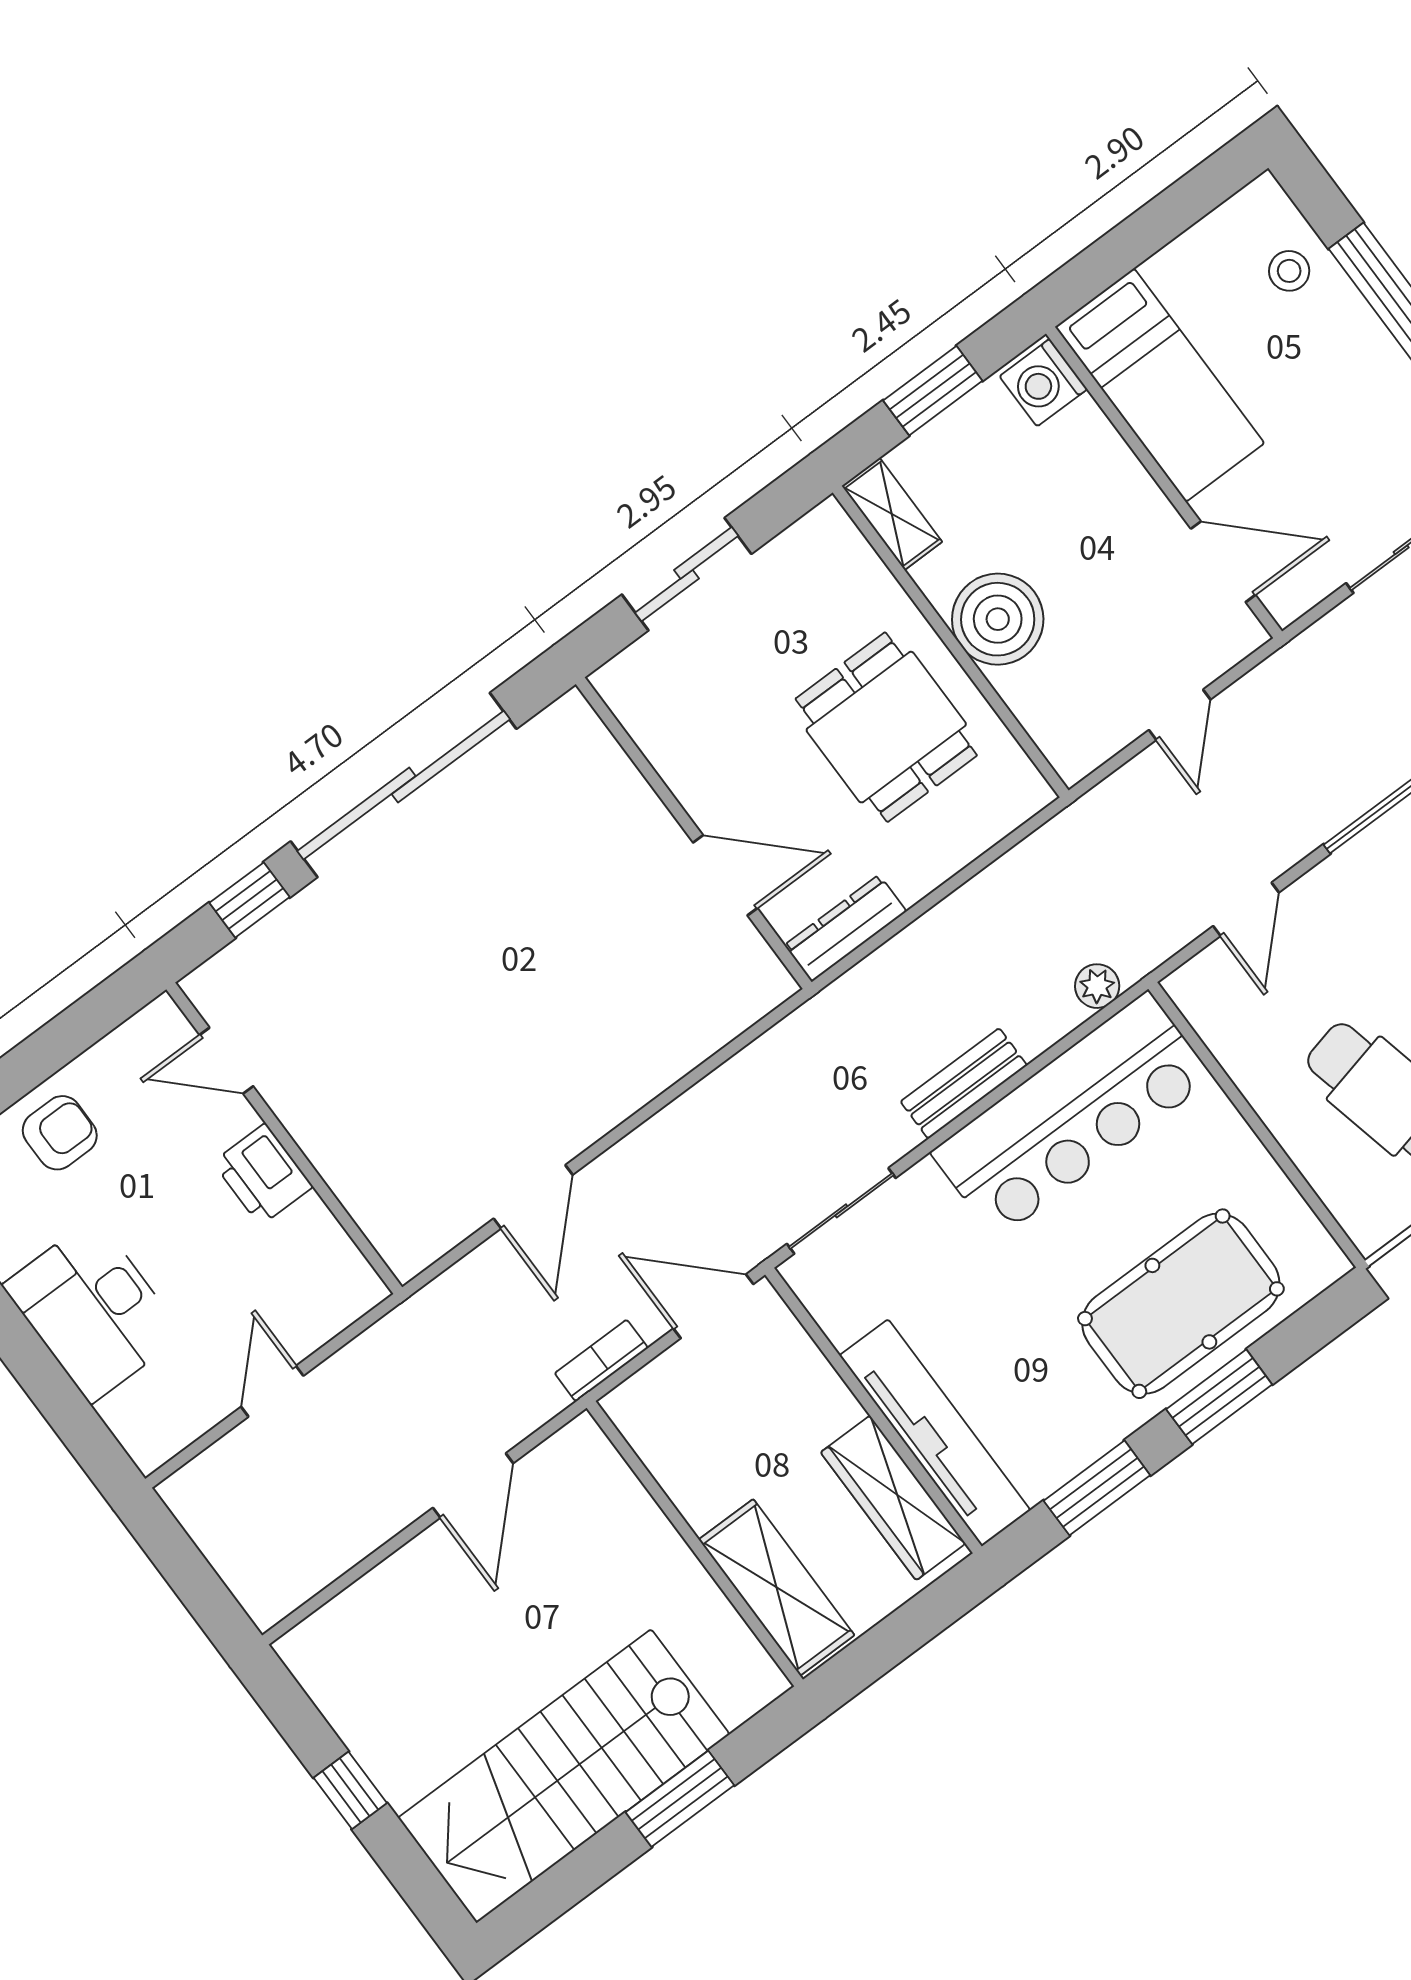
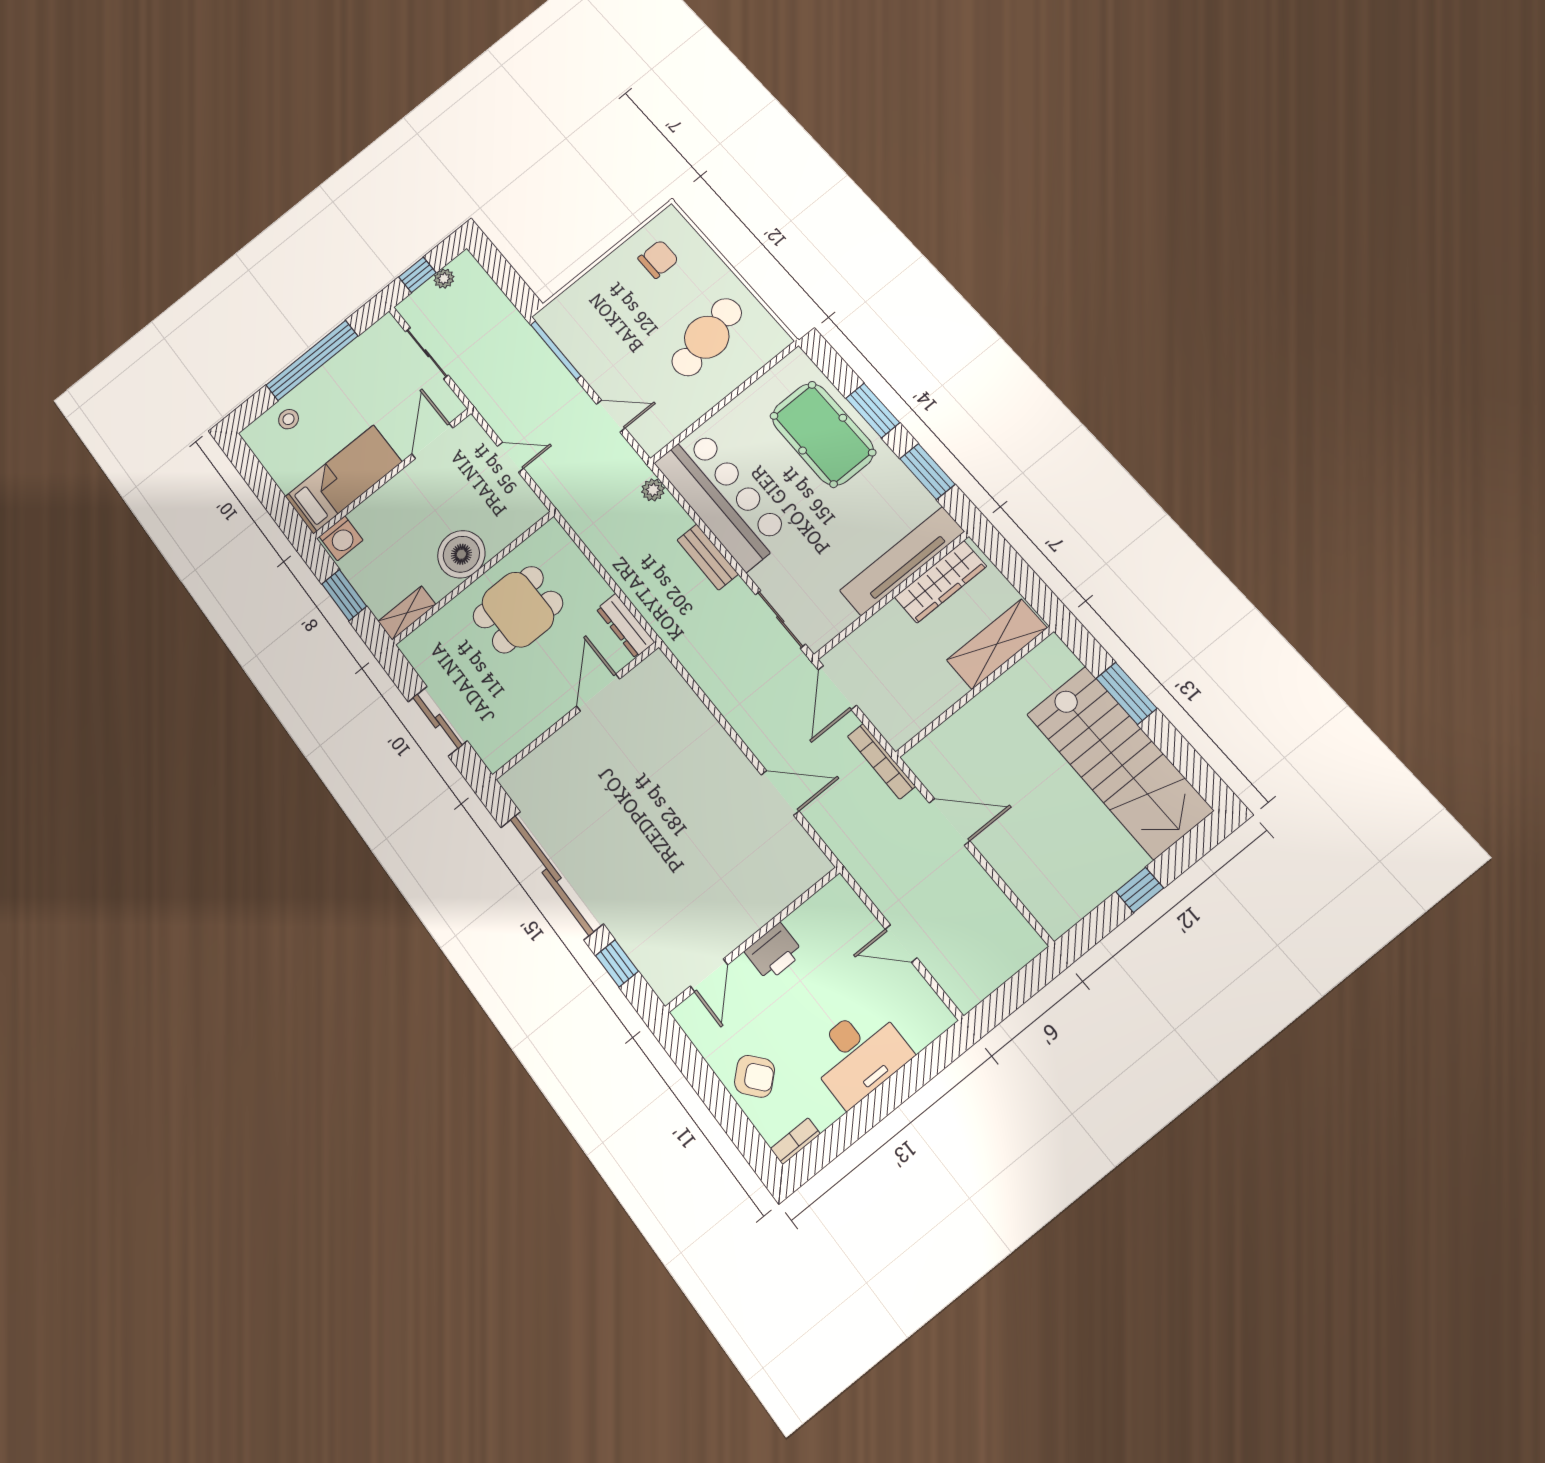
armchair: (60, 1133) -> (755, 1076), turned 139
bookcase: (601, 1361) -> (881, 761), width x1.56

